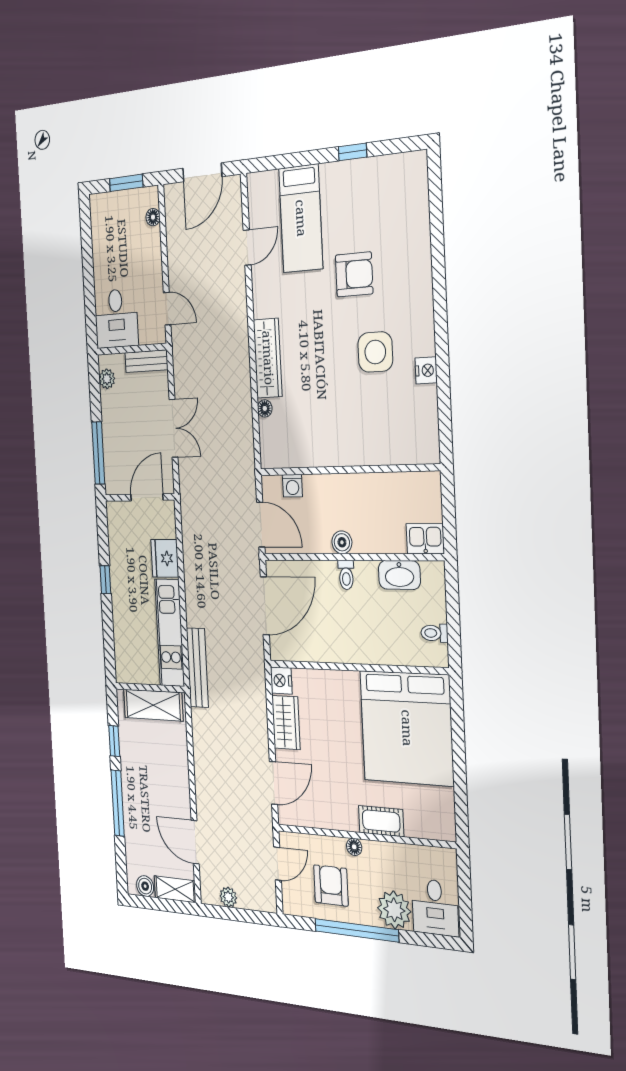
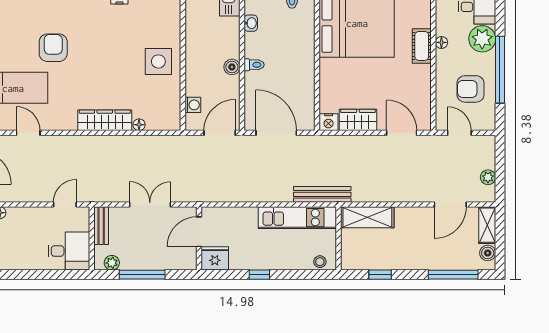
side table: (375, 352) -> (158, 61), moved
window: (98, 453) -> (142, 275), moved
door: (147, 497) -> (199, 232), hinge flipped
fridge: (165, 558) -> (215, 258), moved, turned 180
washbasin: (399, 575) -> (251, 23), width x0.52, depth x0.69
stool: (124, 661) -> (320, 262), added
shelving: (153, 705) -> (367, 217), moved, turned 90
window: (118, 803) -> (453, 275), moved
floor lamp: (354, 847) -> (441, 42), moved

